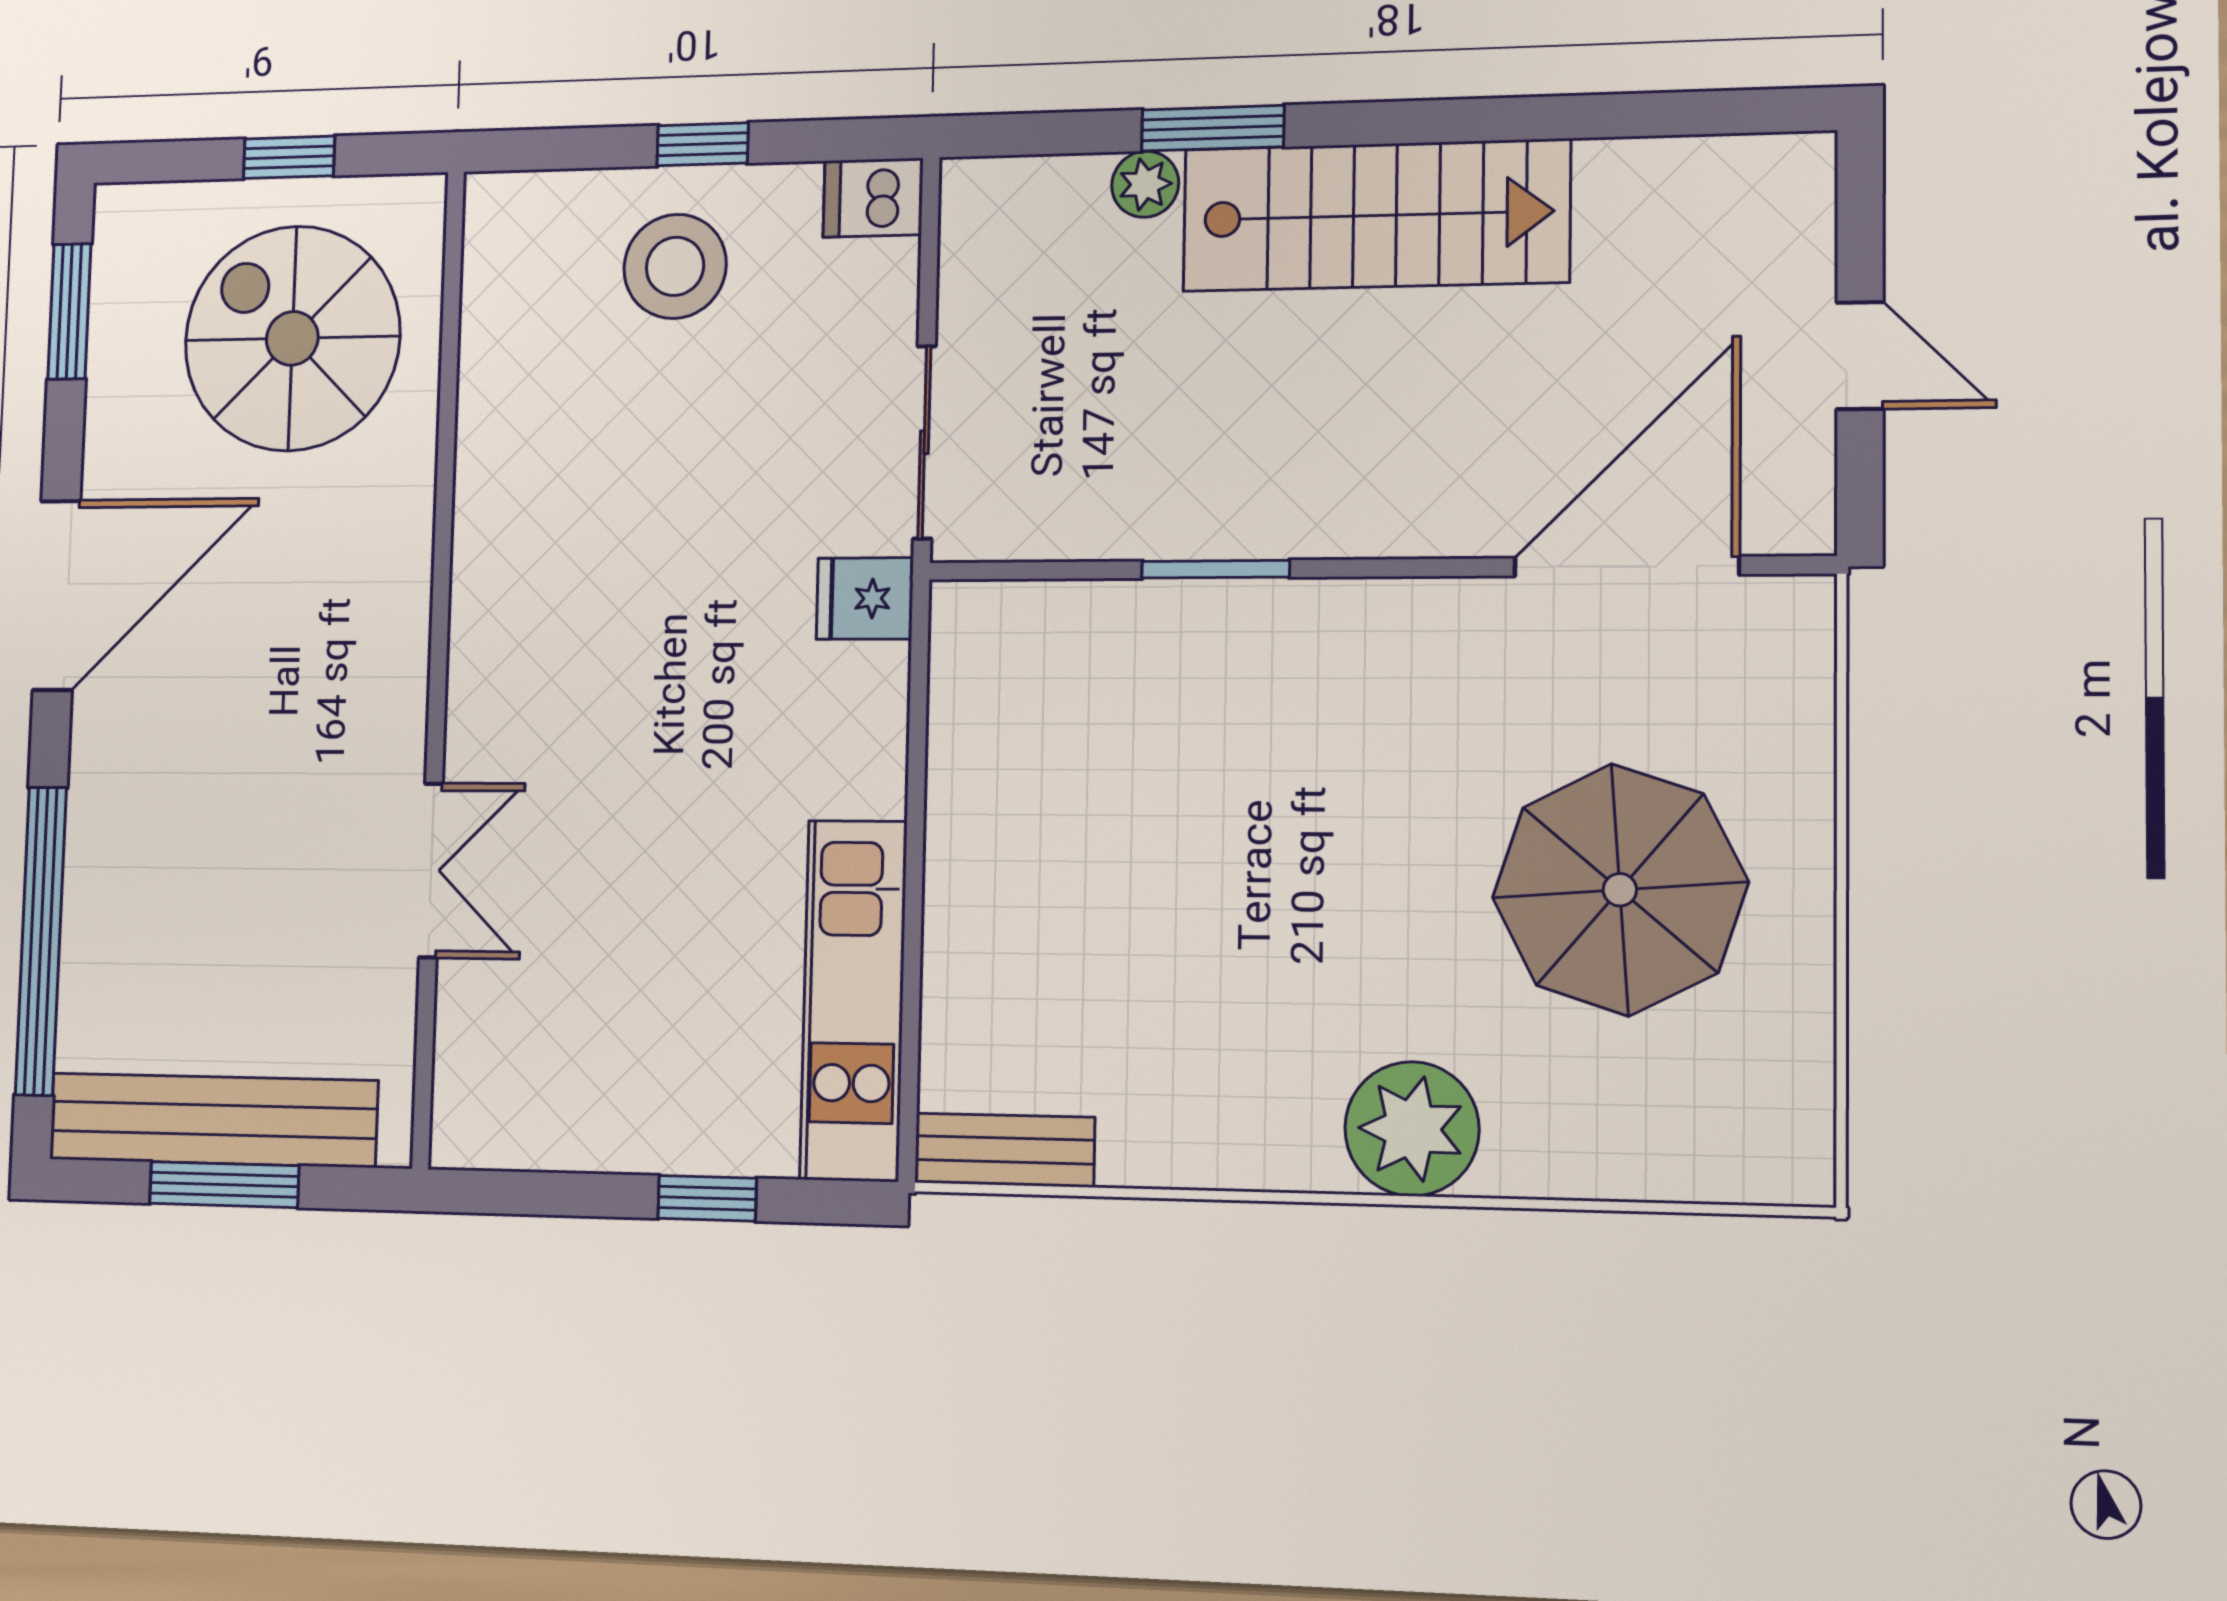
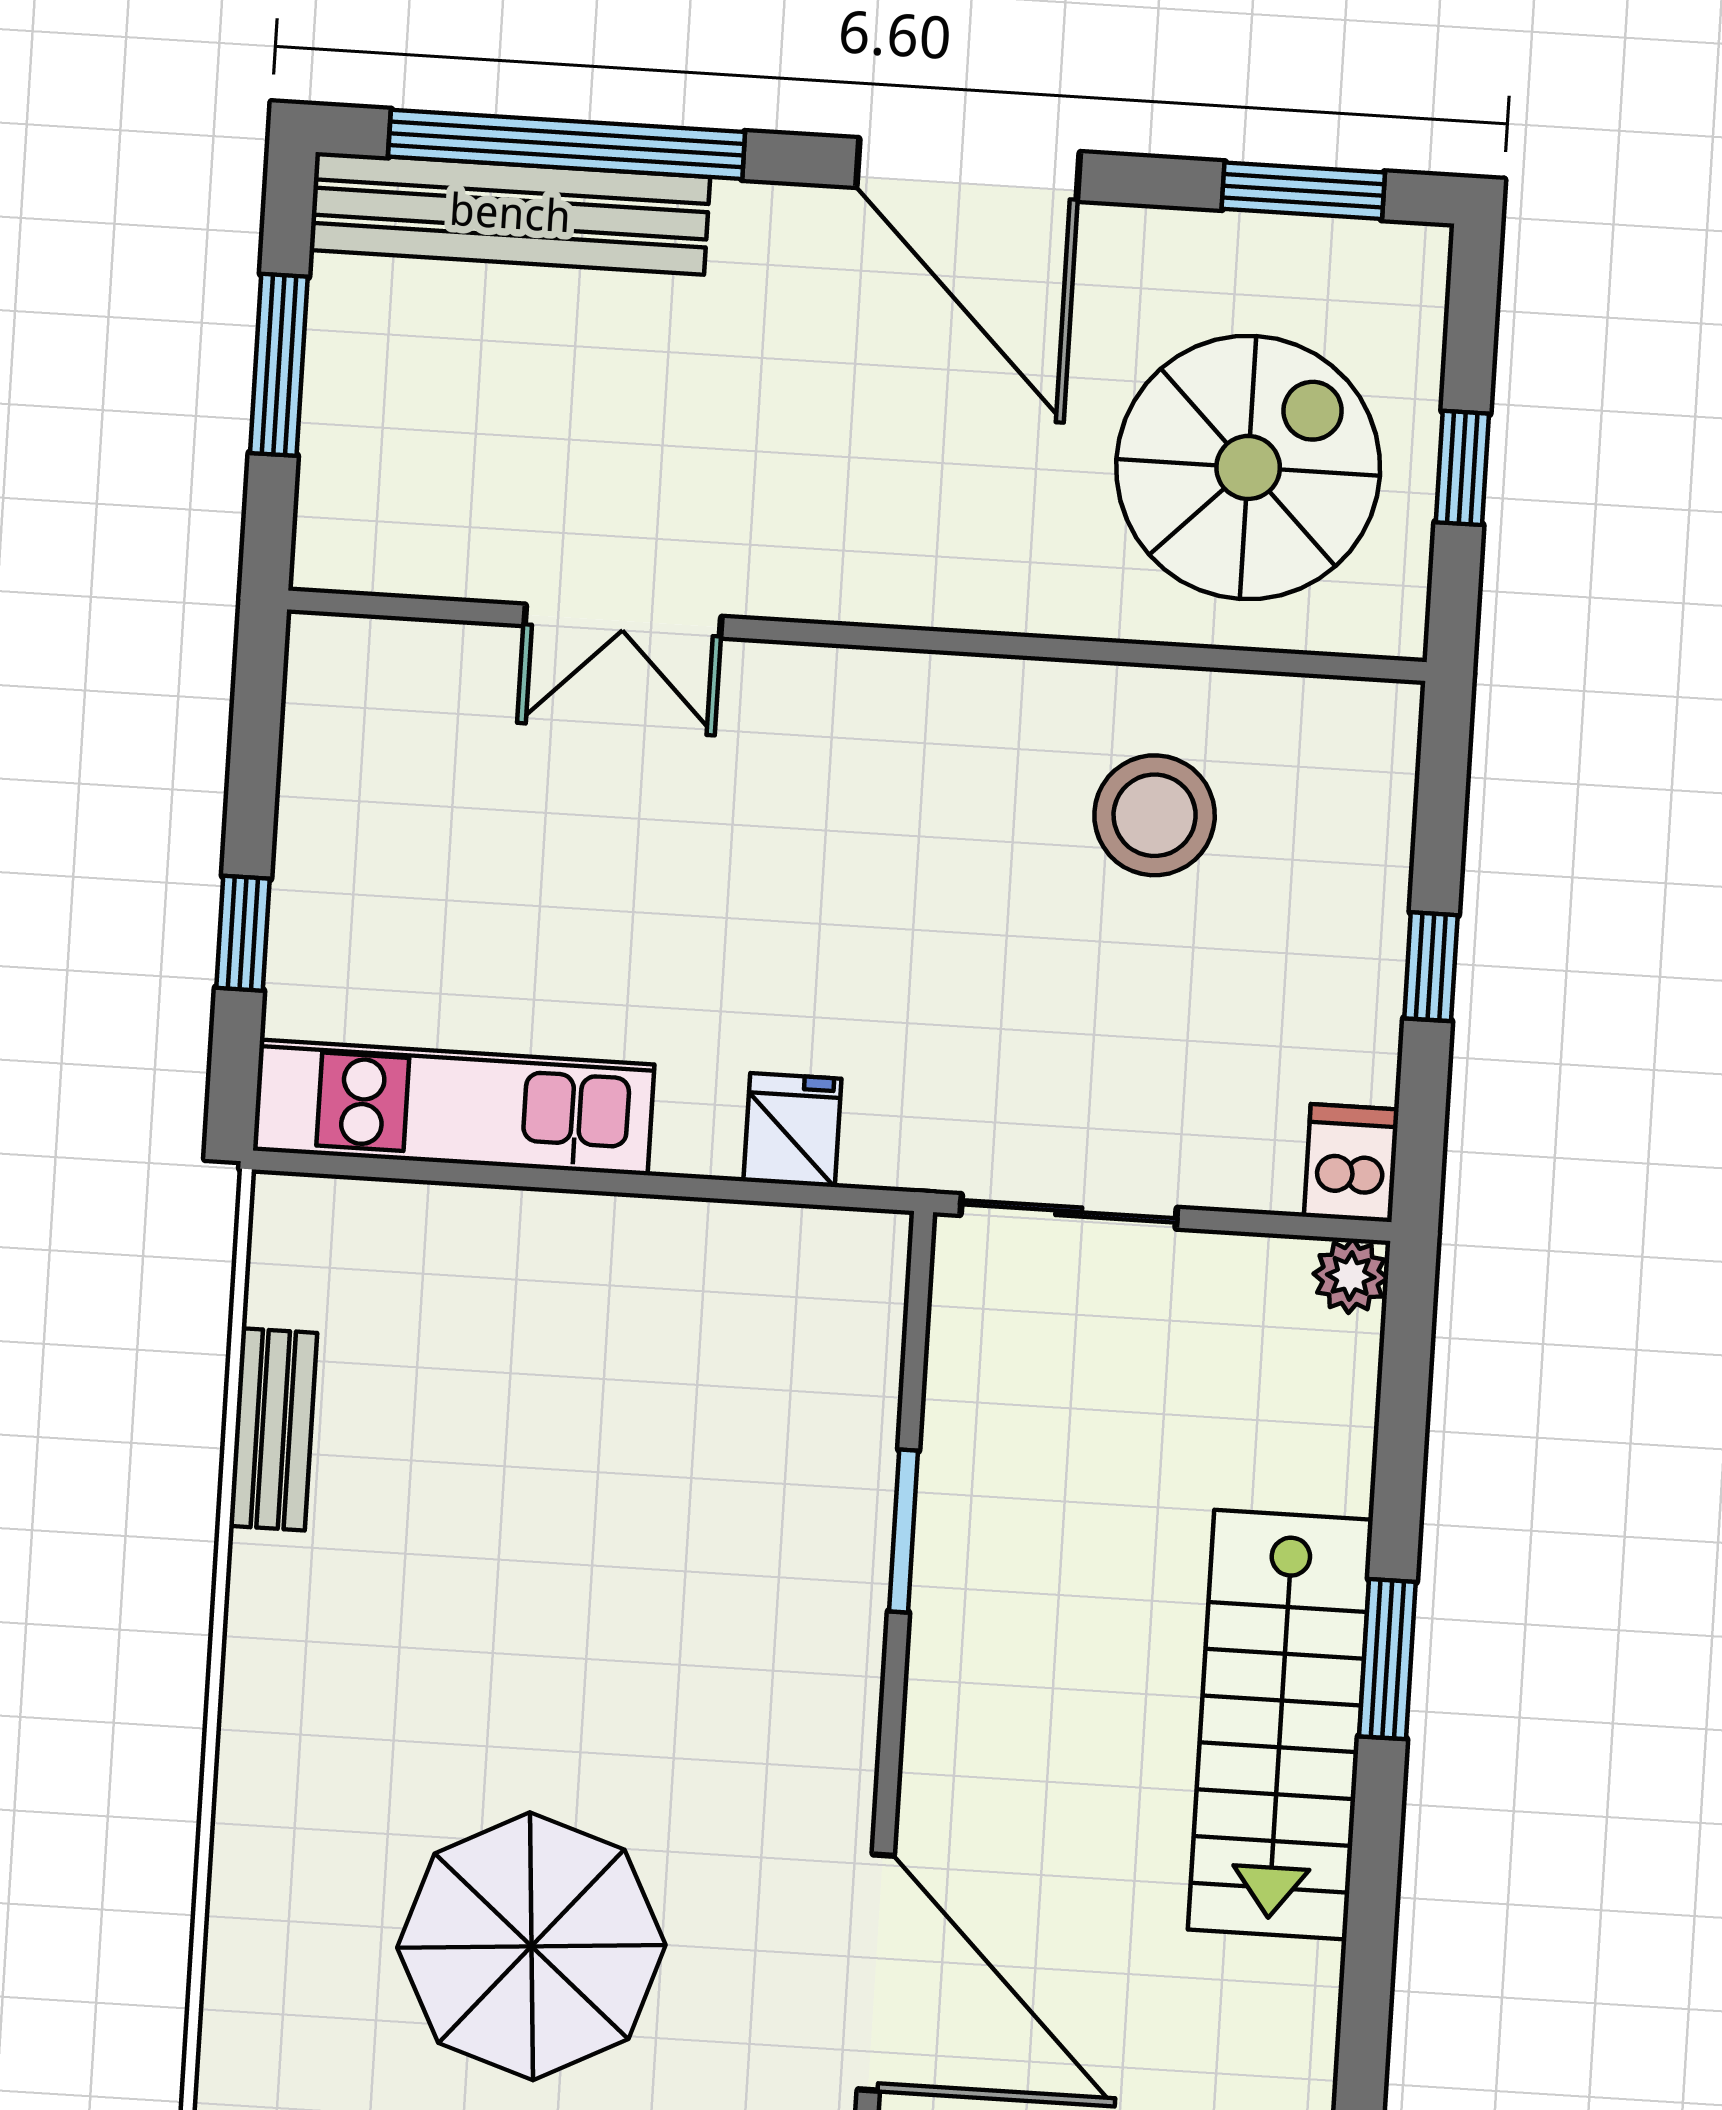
window: (1213, 128) -> (1387, 1659), moved
plant: (1145, 184) -> (1351, 1276), moved
stool: (675, 266) -> (1155, 815), moved
fridge: (865, 599) -> (792, 1130), moved
bench: (213, 1120) -> (510, 213), moved, turned 90
plant: (1412, 1129) -> (289, 1714), removed
bench: (1005, 1150) -> (273, 1429), moved

